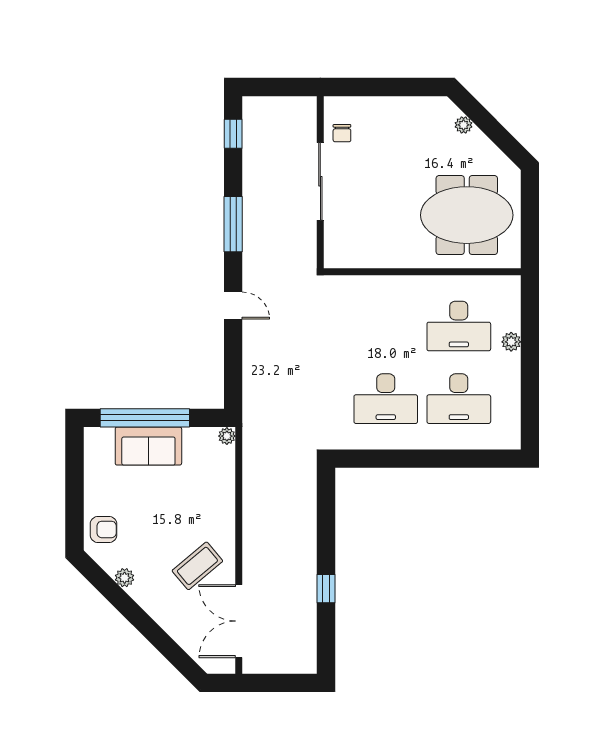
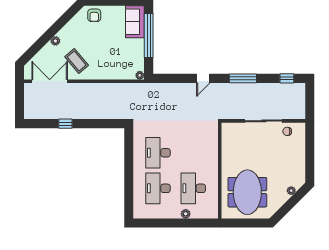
sofa: (148, 446) -> (135, 22), moved
plant: (125, 578) -> (55, 41), moved

